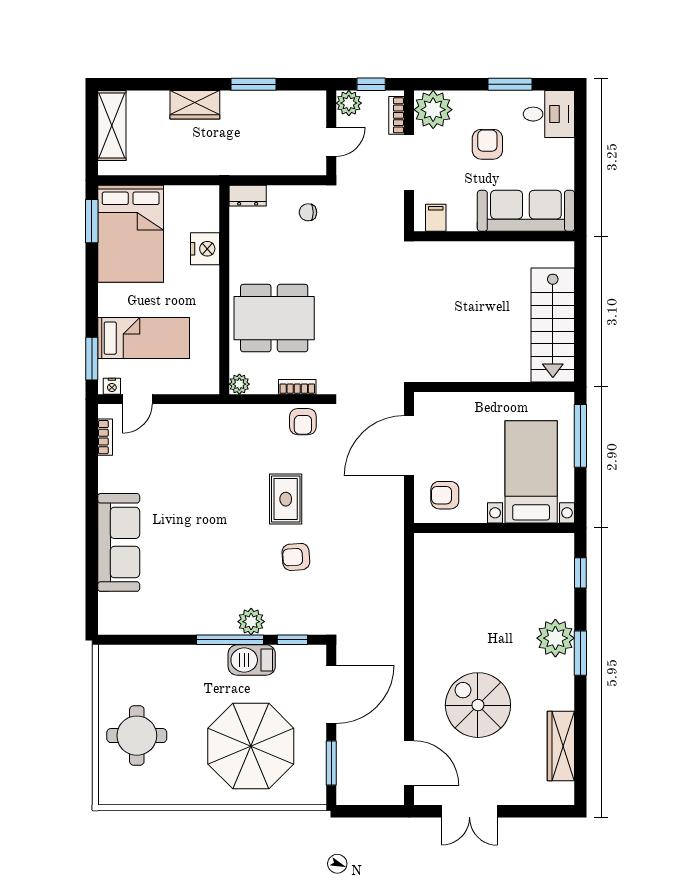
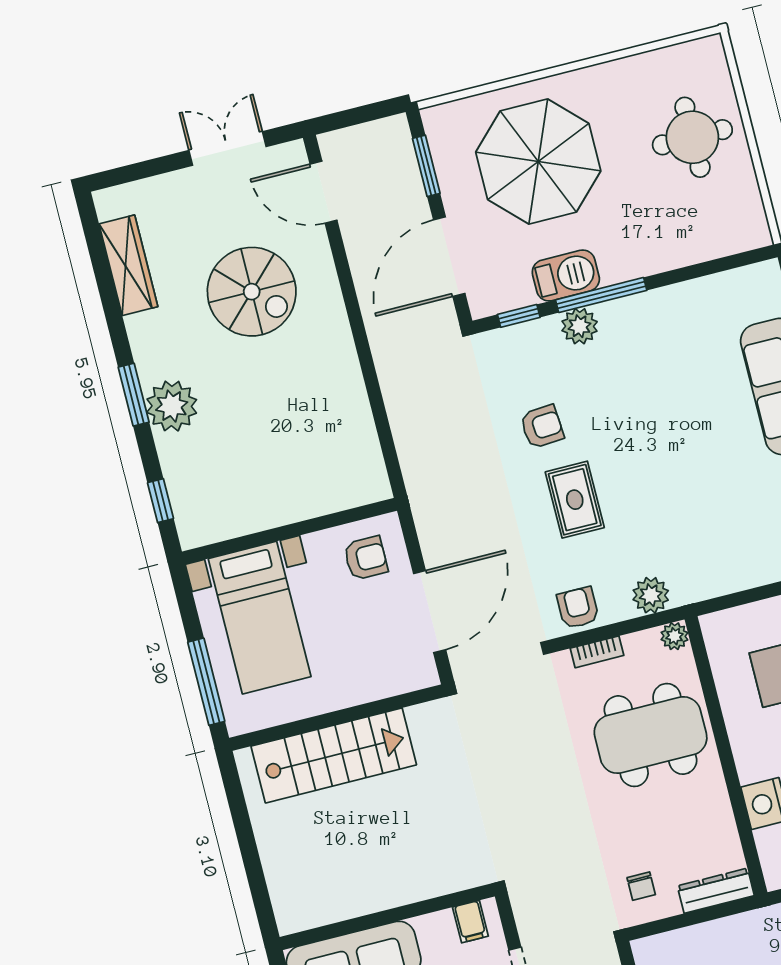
dresser: (248, 196) -> (716, 891), width x1.44
chair: (308, 212) -> (641, 886), turned 90
stairs: (553, 325) -> (334, 755), moved, turned 90
plant: (249, 417) -> (651, 595), added

